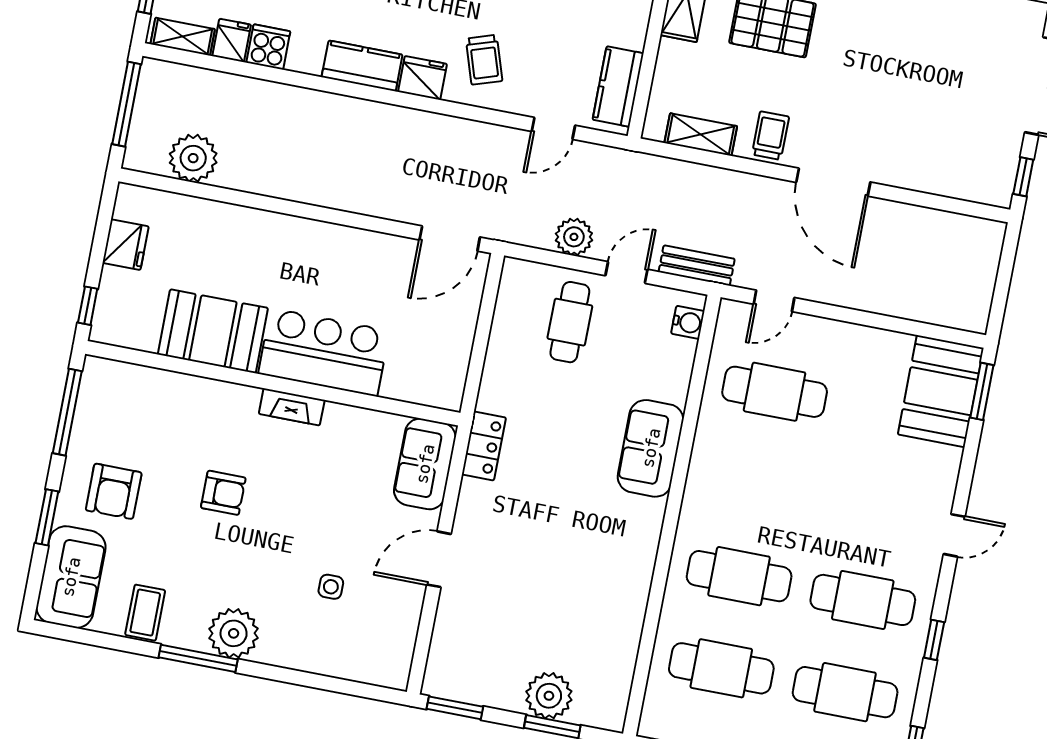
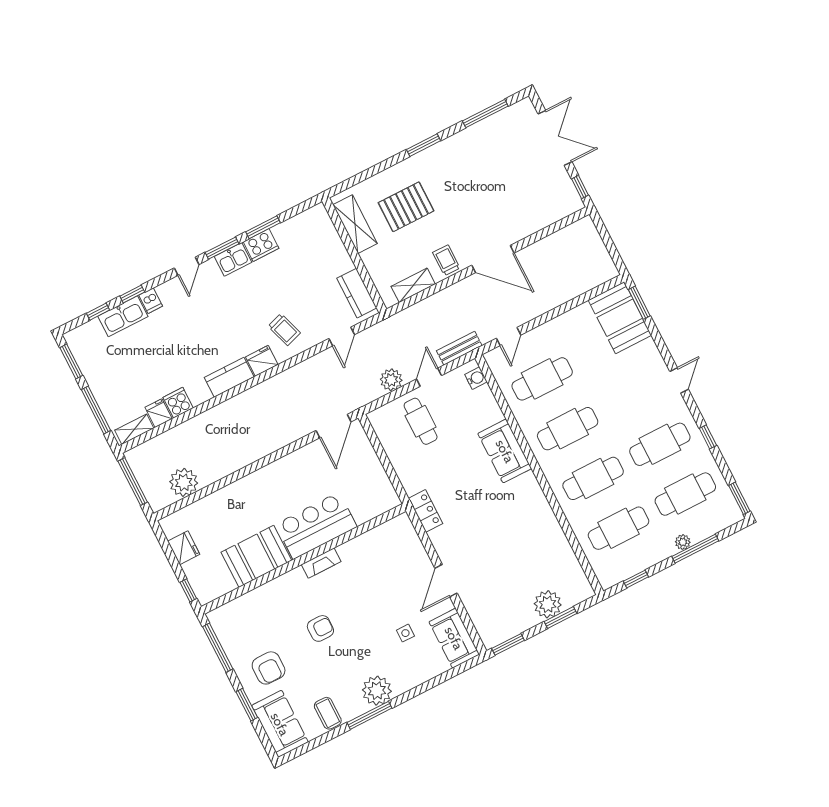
sofa: (425, 464) -> (454, 638), moved
cafe table: (757, 484) -> (568, 429), added

